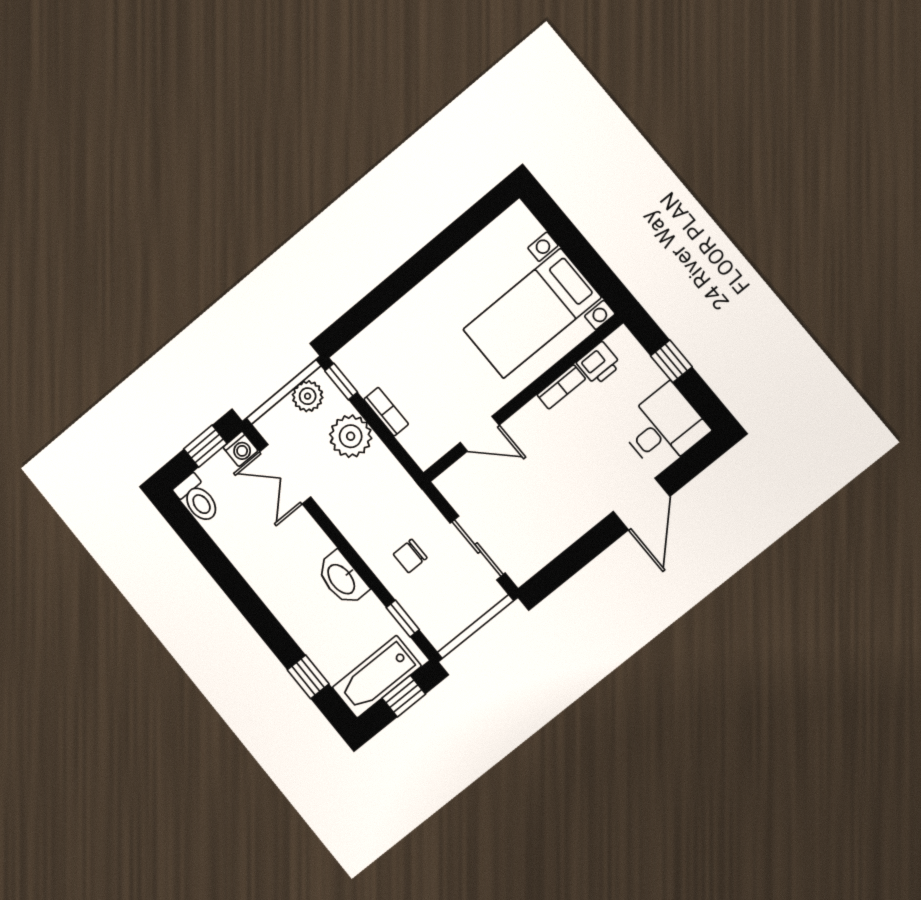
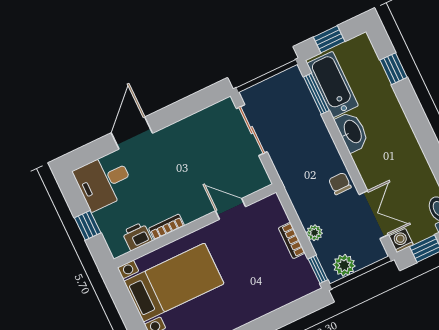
plant: (351, 436) -> (314, 233), width x0.53, depth x0.53
chair: (410, 556) -> (340, 184), moved, turned -90
window: (403, 619) -> (316, 94), width x1.50
bathtub: (377, 677) -> (333, 85), moved, turned -90

